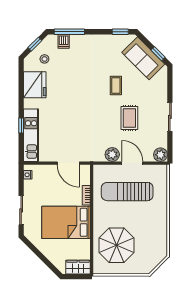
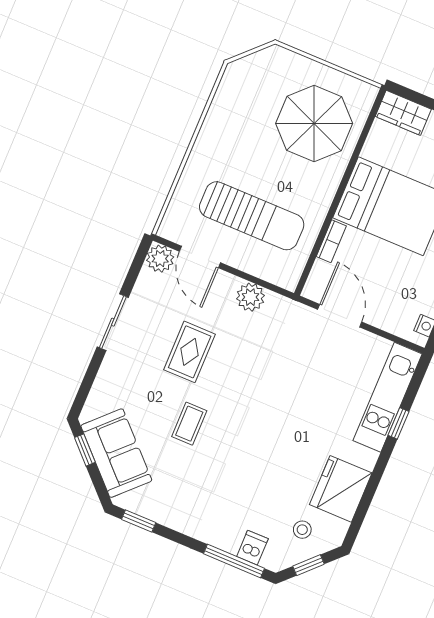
door: (132, 163) -> (200, 257), moved

